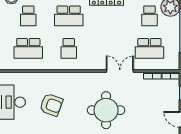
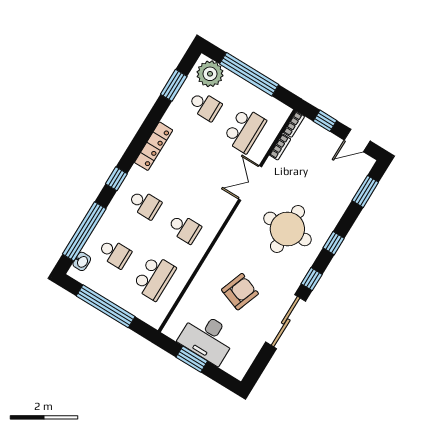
school desk: (69, 16) -> (145, 204), width x0.54

